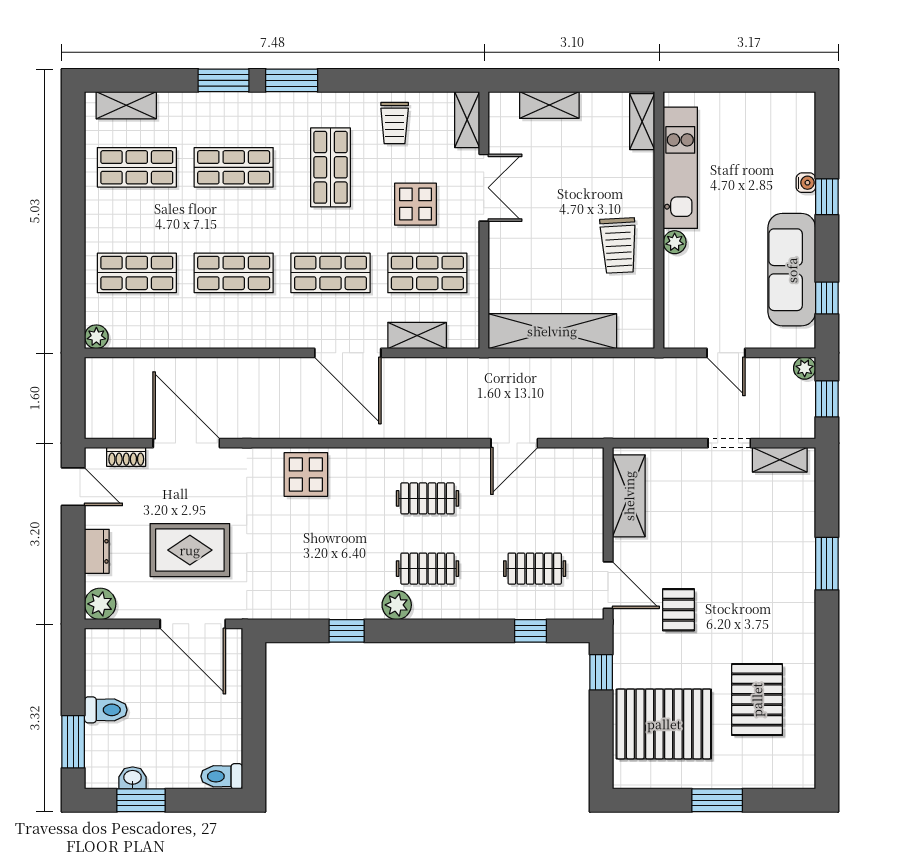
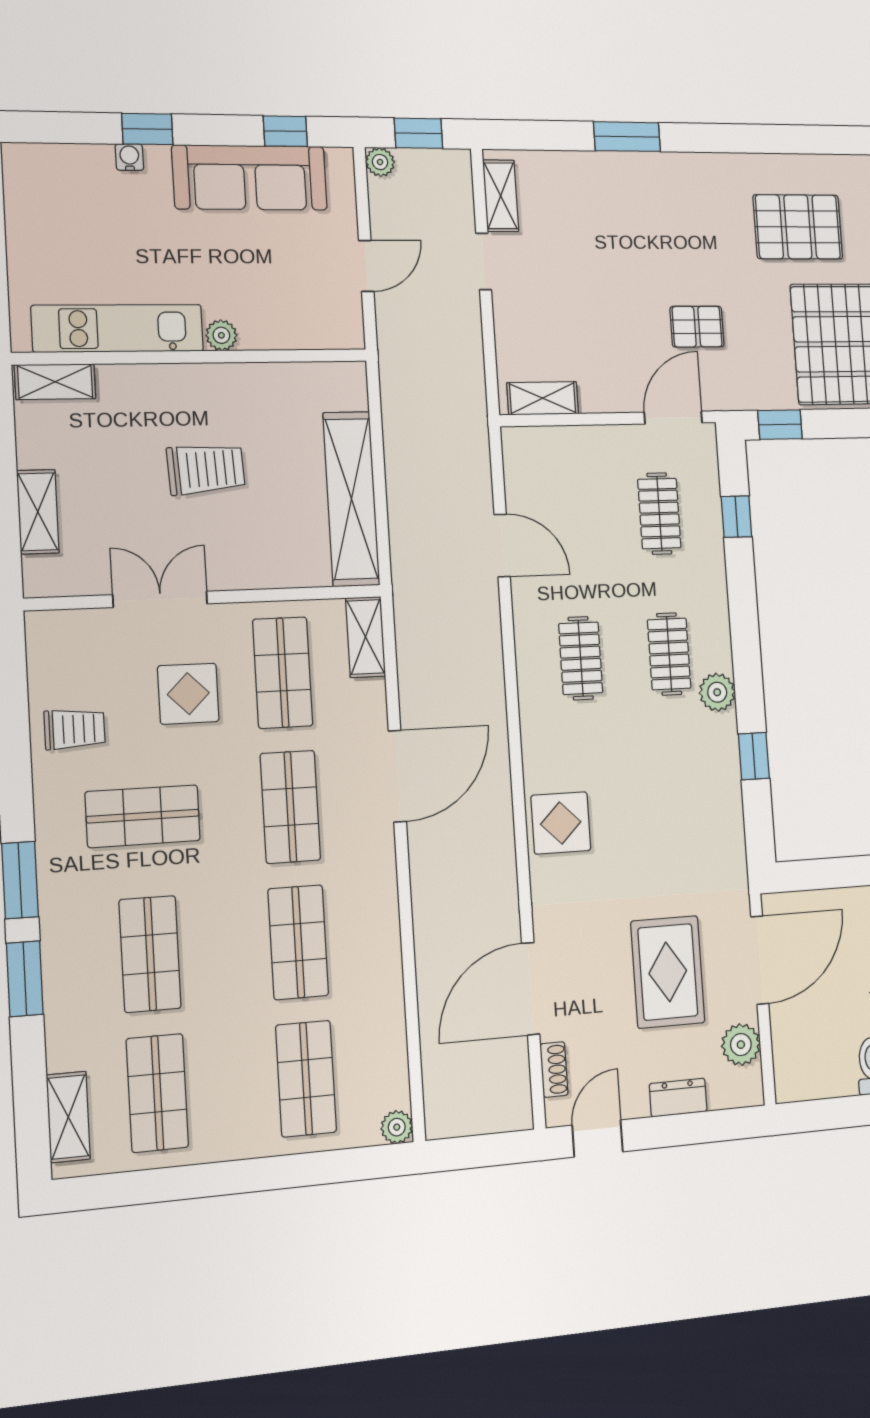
shelving: (467, 120) -> (65, 627), removed
trolley: (618, 246) -> (206, 469), moved
shelving: (417, 335) -> (366, 637), moved
shelving: (629, 496) -> (543, 398), width x0.67, depth x0.75
plant: (100, 604) -> (741, 1045), moved

